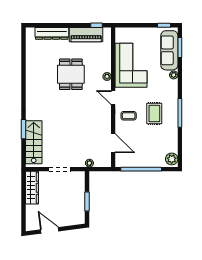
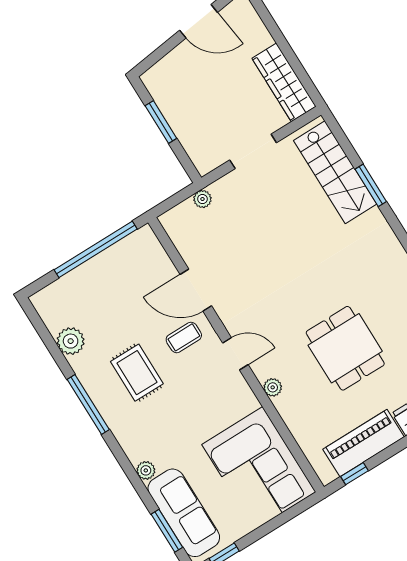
corner sofa: (131, 65) -> (259, 468), moved
door: (113, 143) -> (196, 290), moved
plant: (172, 159) -> (71, 341), moved

